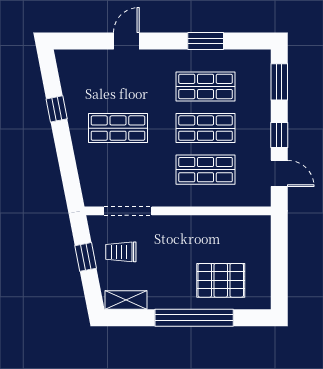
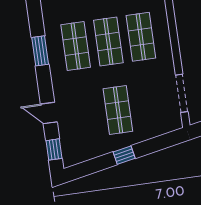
window: (80, 41) -> (54, 149), added
window: (57, 109) -> (124, 155), moved

